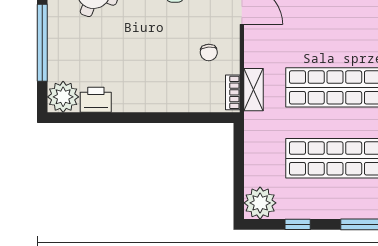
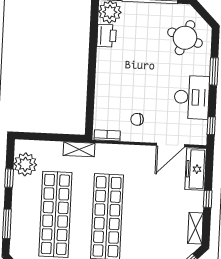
shelving: (254, 90) -> (79, 149), moved
plant: (260, 203) -> (25, 164), moved

